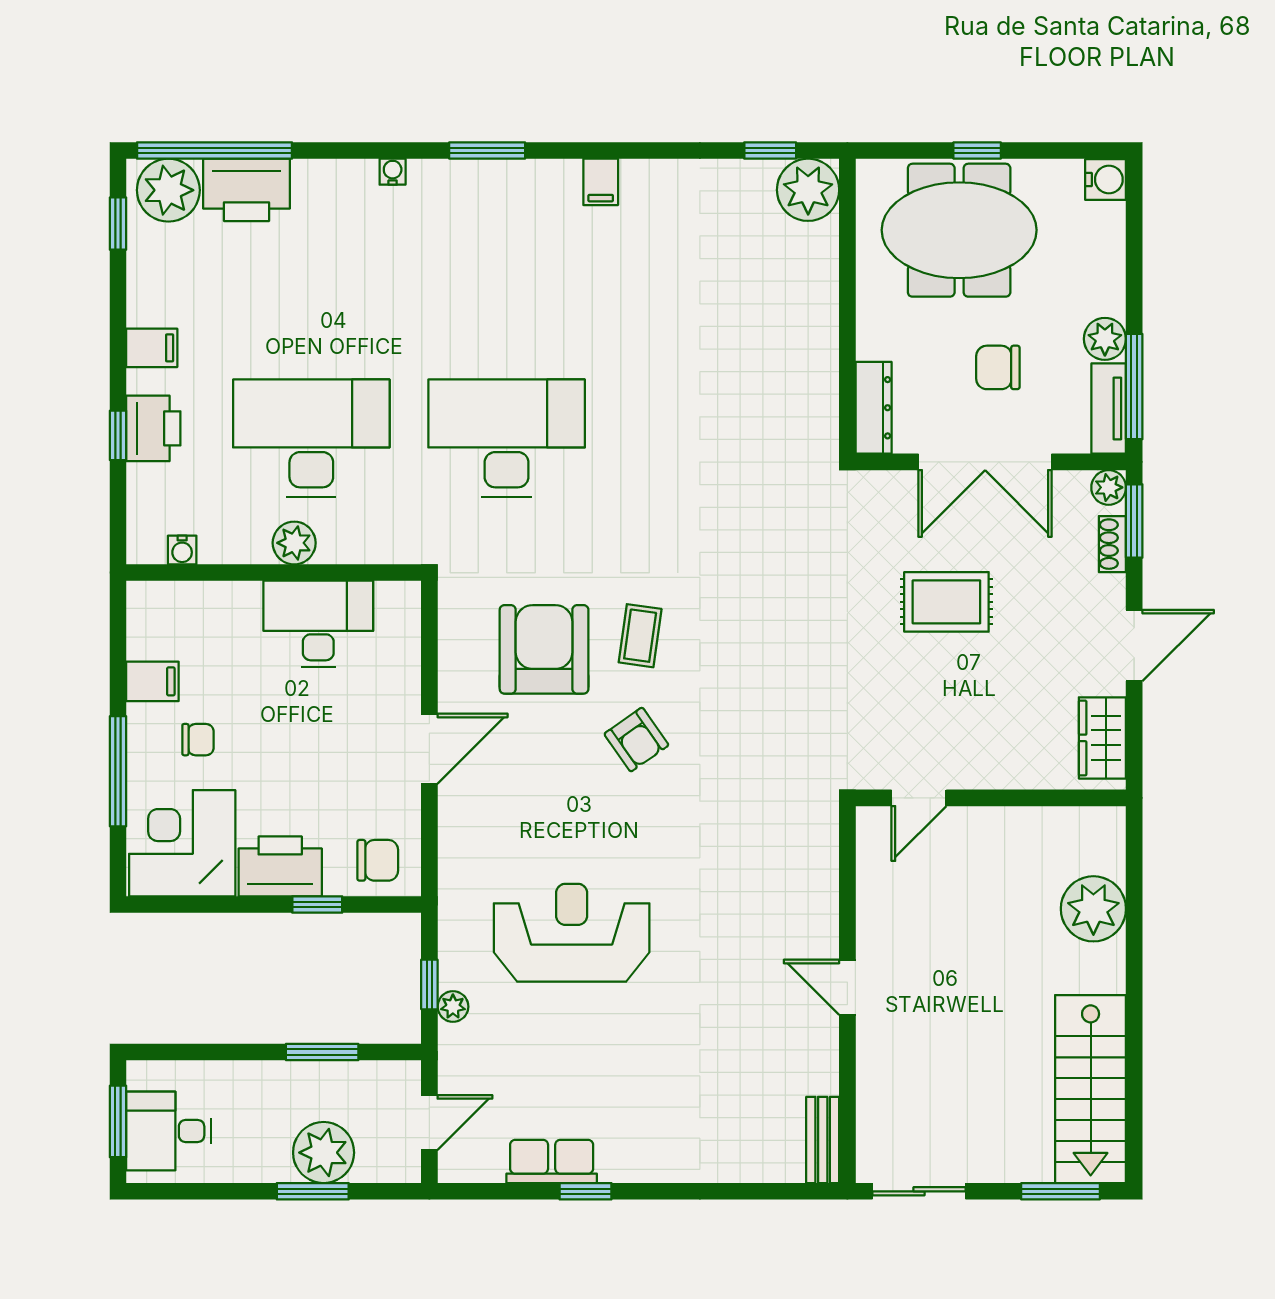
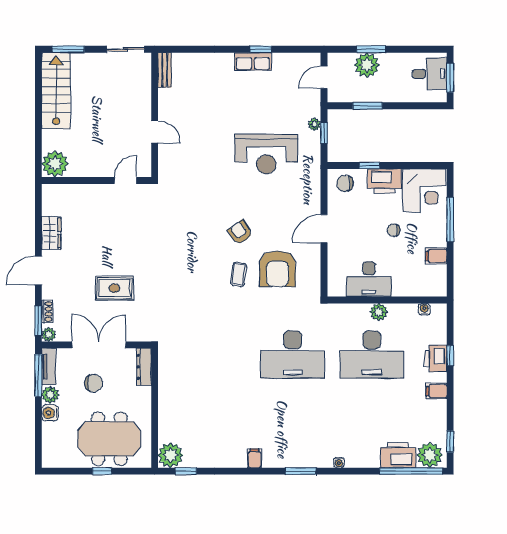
water cooler: (1106, 179) -> (50, 413), moved
chair: (198, 740) -> (394, 230), moved
door: (919, 798) -> (126, 180), moved
wall: (991, 798) -> (96, 180), moved
row of seats: (552, 1161) -> (253, 61), moved

